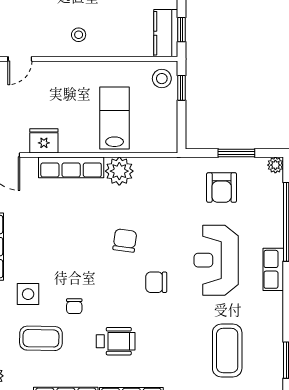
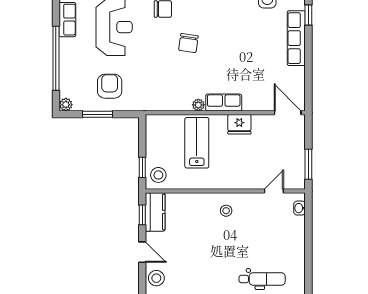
lab bench: (115, 118) -> (197, 143), turned 180
fridge: (44, 141) -> (239, 124), moved
row of seats: (71, 167) -> (224, 103), width x0.68
plant: (119, 171) -> (198, 105), width x0.53, depth x0.53

